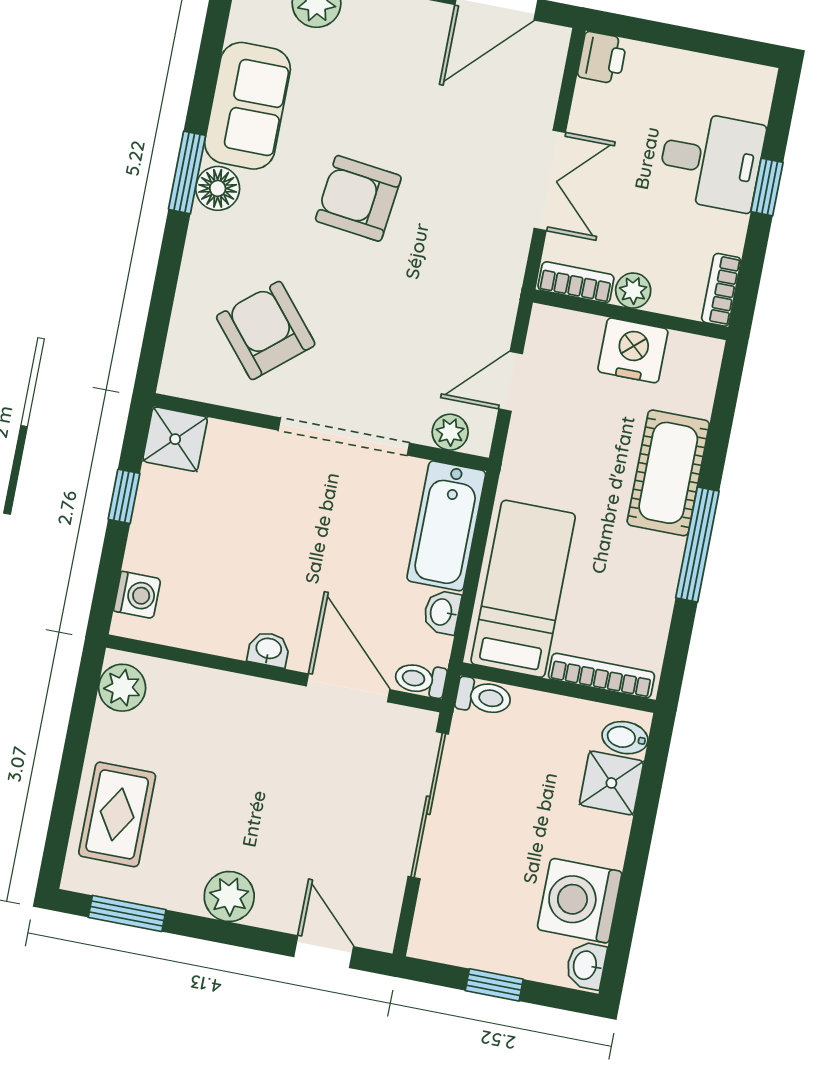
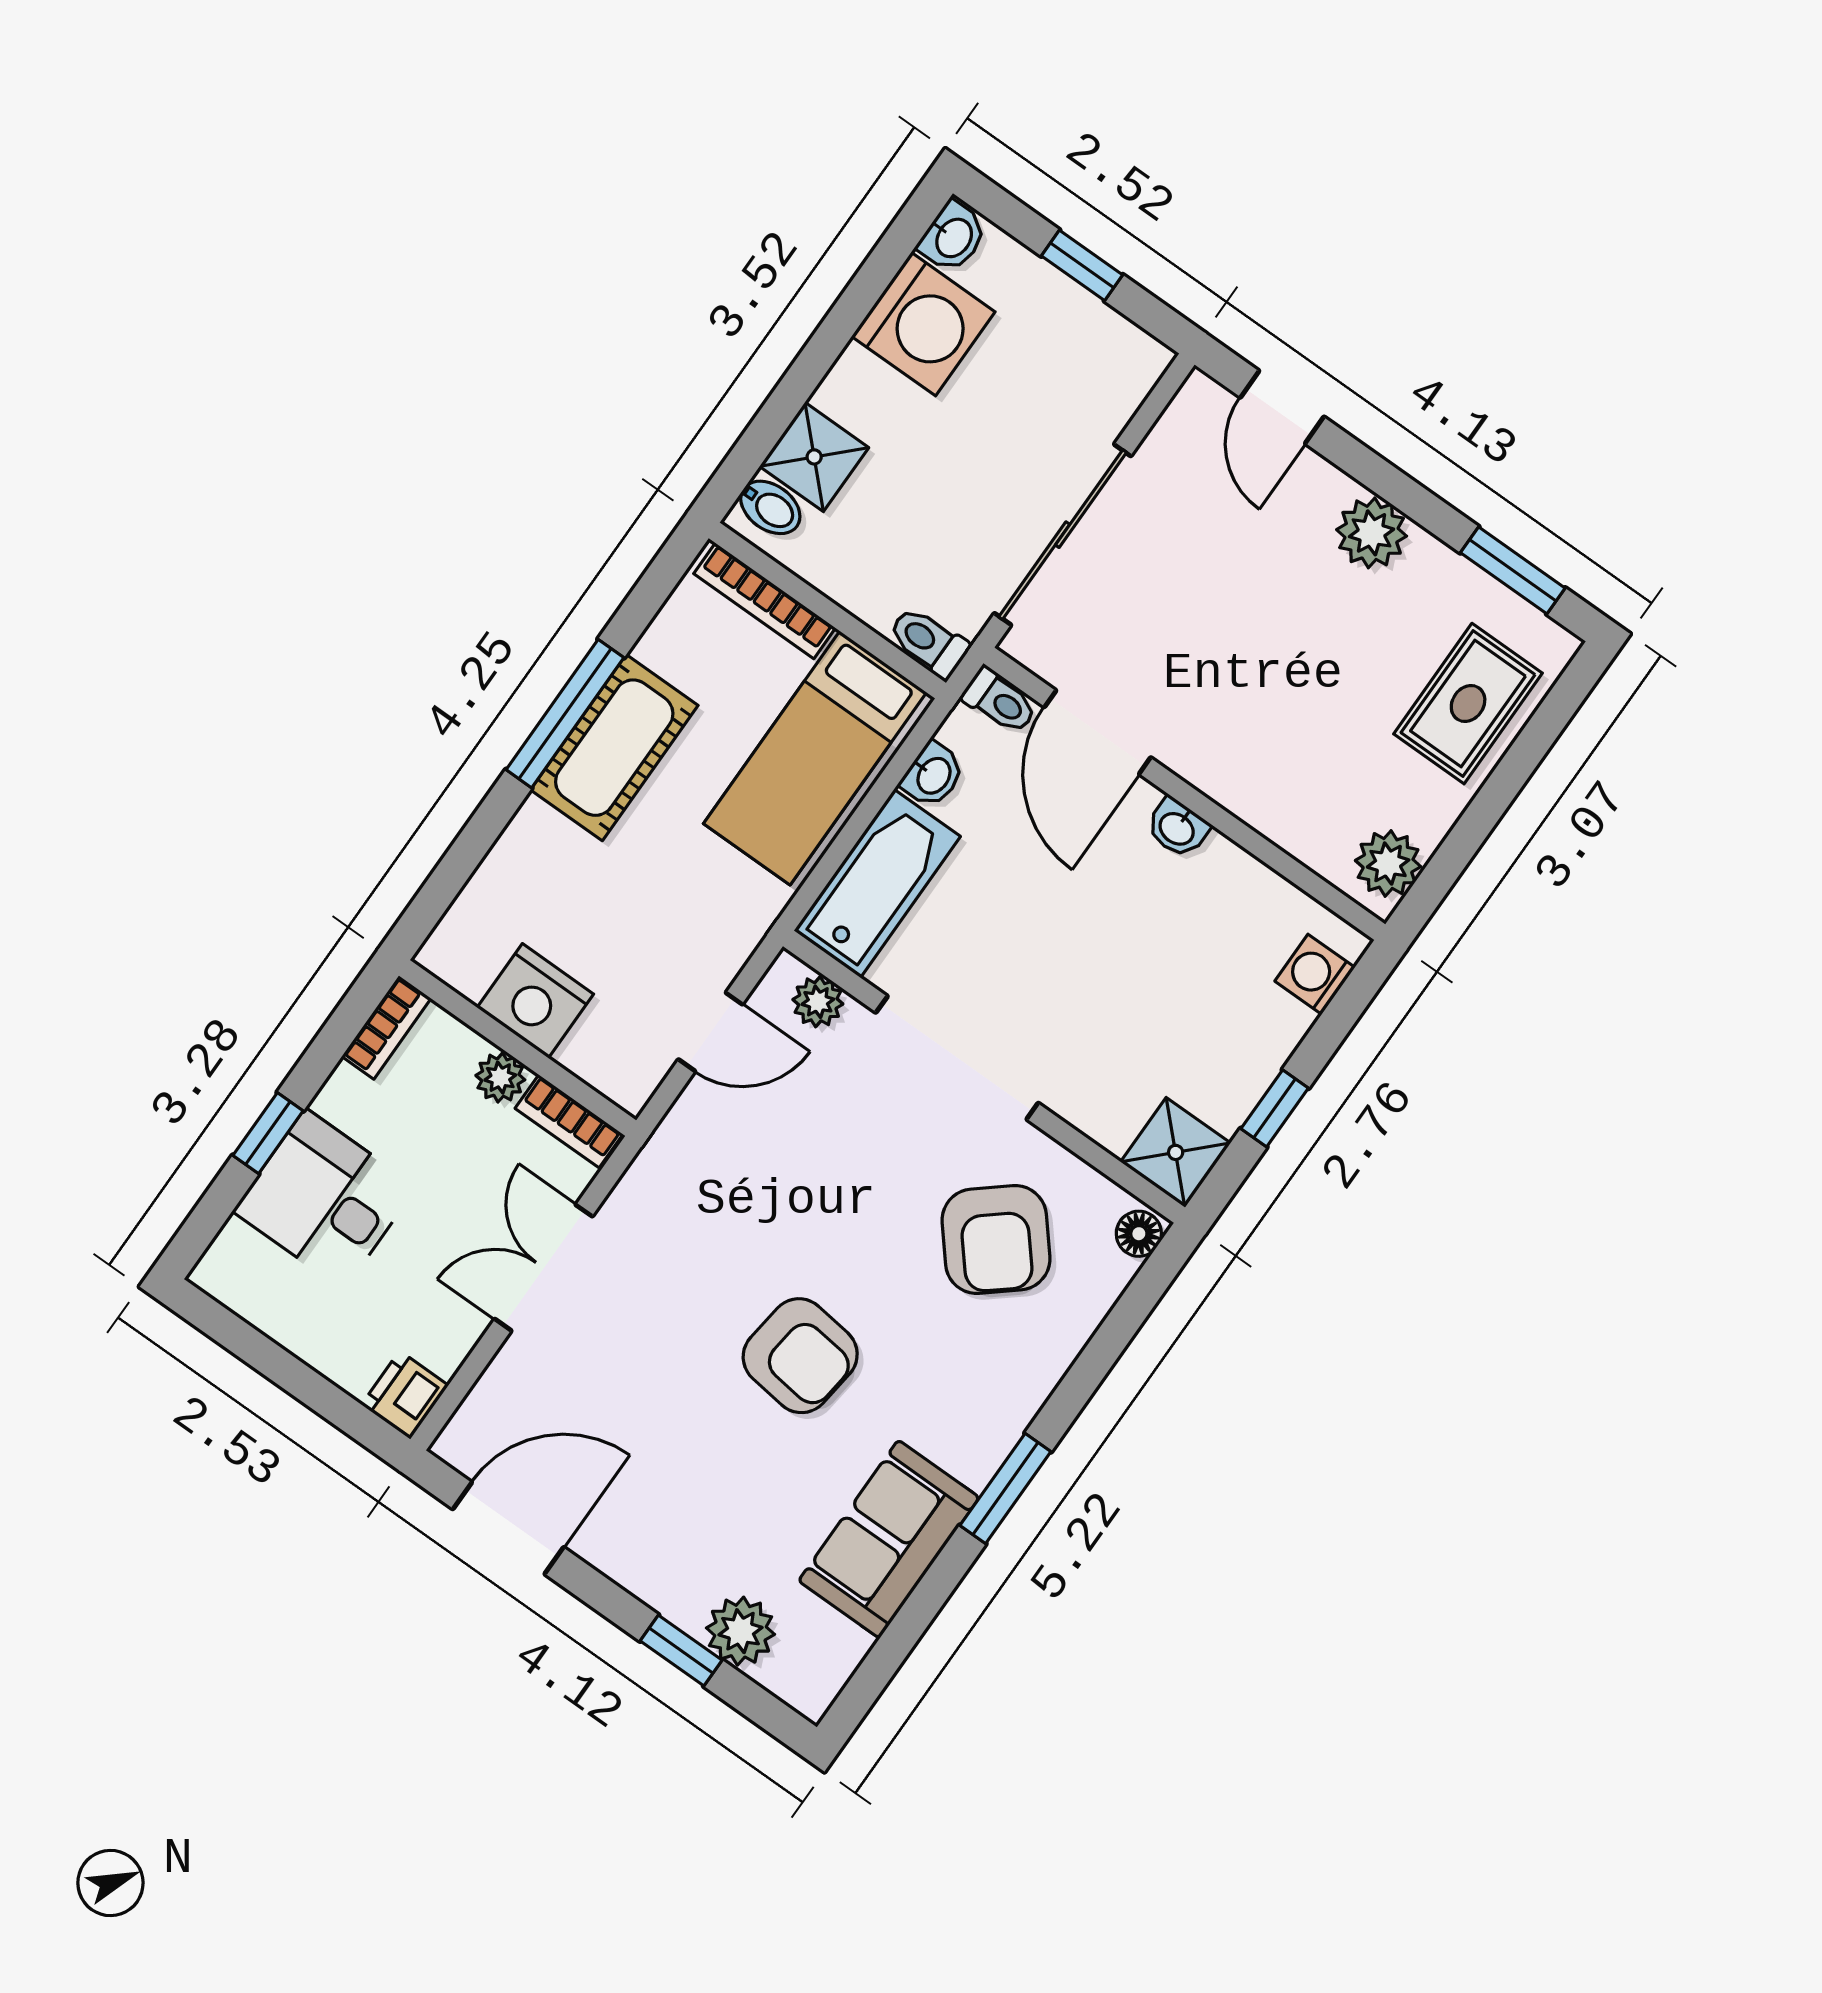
floor lamp: (218, 188) -> (1139, 1234), moved, width x0.73, depth x0.73
cot: (668, 473) -> (614, 748), moved

